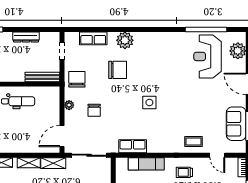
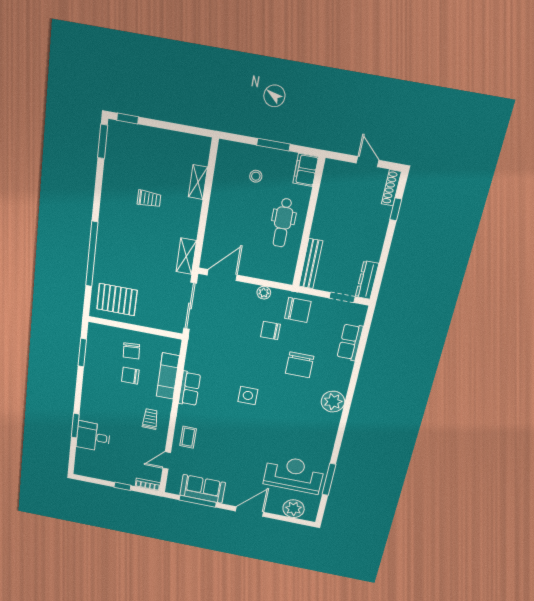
window: (206, 29) -> (329, 479), width x0.68
dresser: (26, 37) -> (367, 280), moved
plant: (125, 40) -> (333, 402), moved
chair: (94, 110) -> (271, 331), moved
door: (62, 136) -> (222, 275), hinge flipped
row of seats: (133, 146) -> (189, 389), moved
shelving: (29, 163) -> (192, 222), removed

